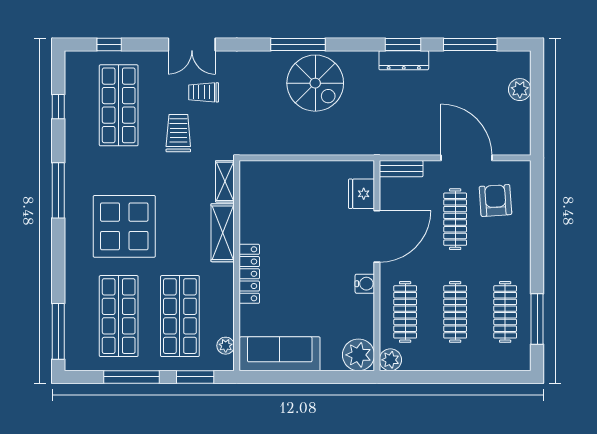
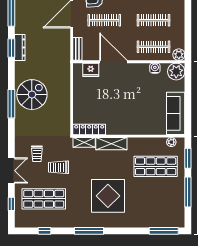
double door: (192, 44) -> (11, 171), moved
locker: (249, 274) -> (89, 130), moved
water cooler: (365, 284) -> (155, 68), moved
shop shelf: (119, 316) -> (156, 199), removed

